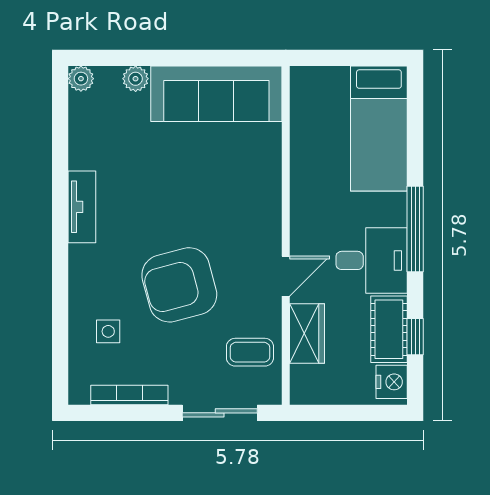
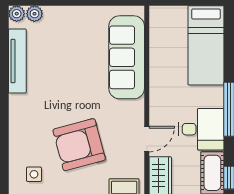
plant: (136, 79) -> (34, 14), moved
sofa: (216, 94) -> (127, 57), moved, turned 90
tv unit: (82, 207) -> (17, 61), moved, width x1.41

